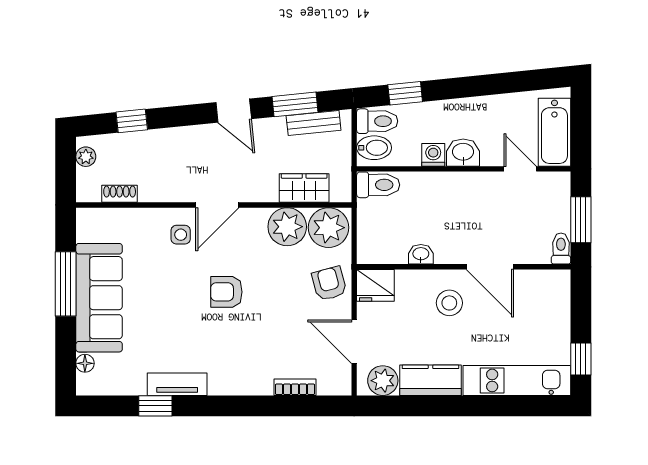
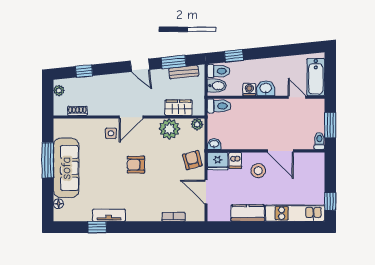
plant: (329, 228) -> (197, 124), width x0.53, depth x0.53
washbasin: (421, 254) -> (214, 144), moved
dishwasher: (408, 284) -> (235, 160), added
plant: (383, 381) -> (222, 213), removed

